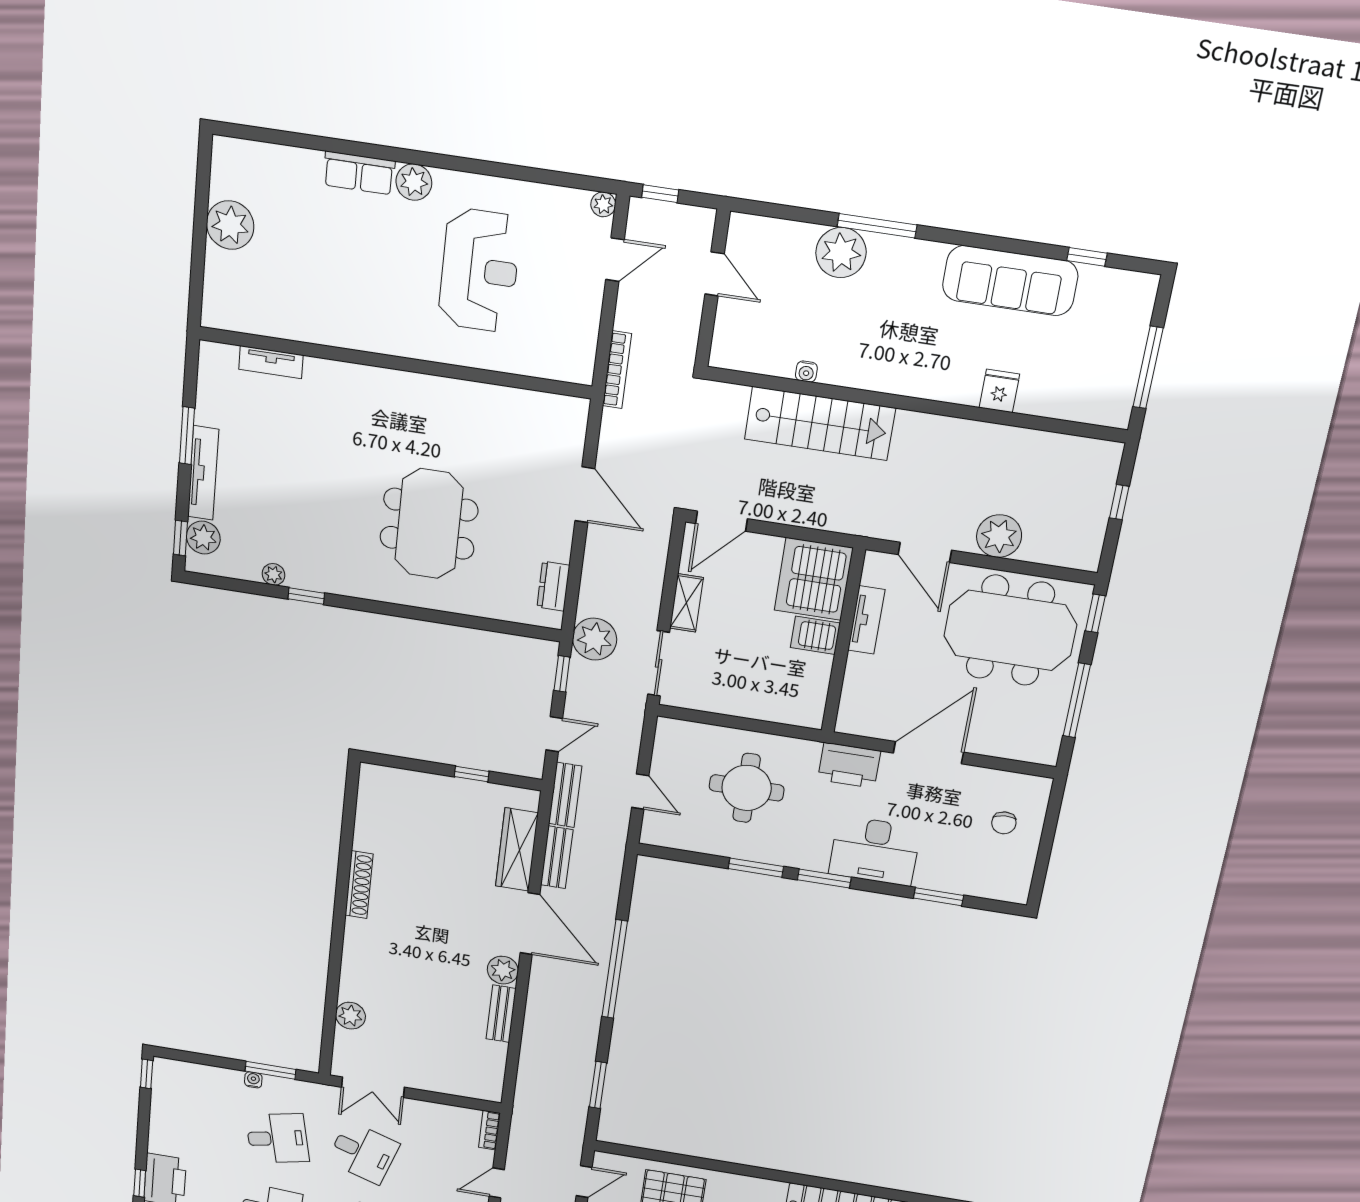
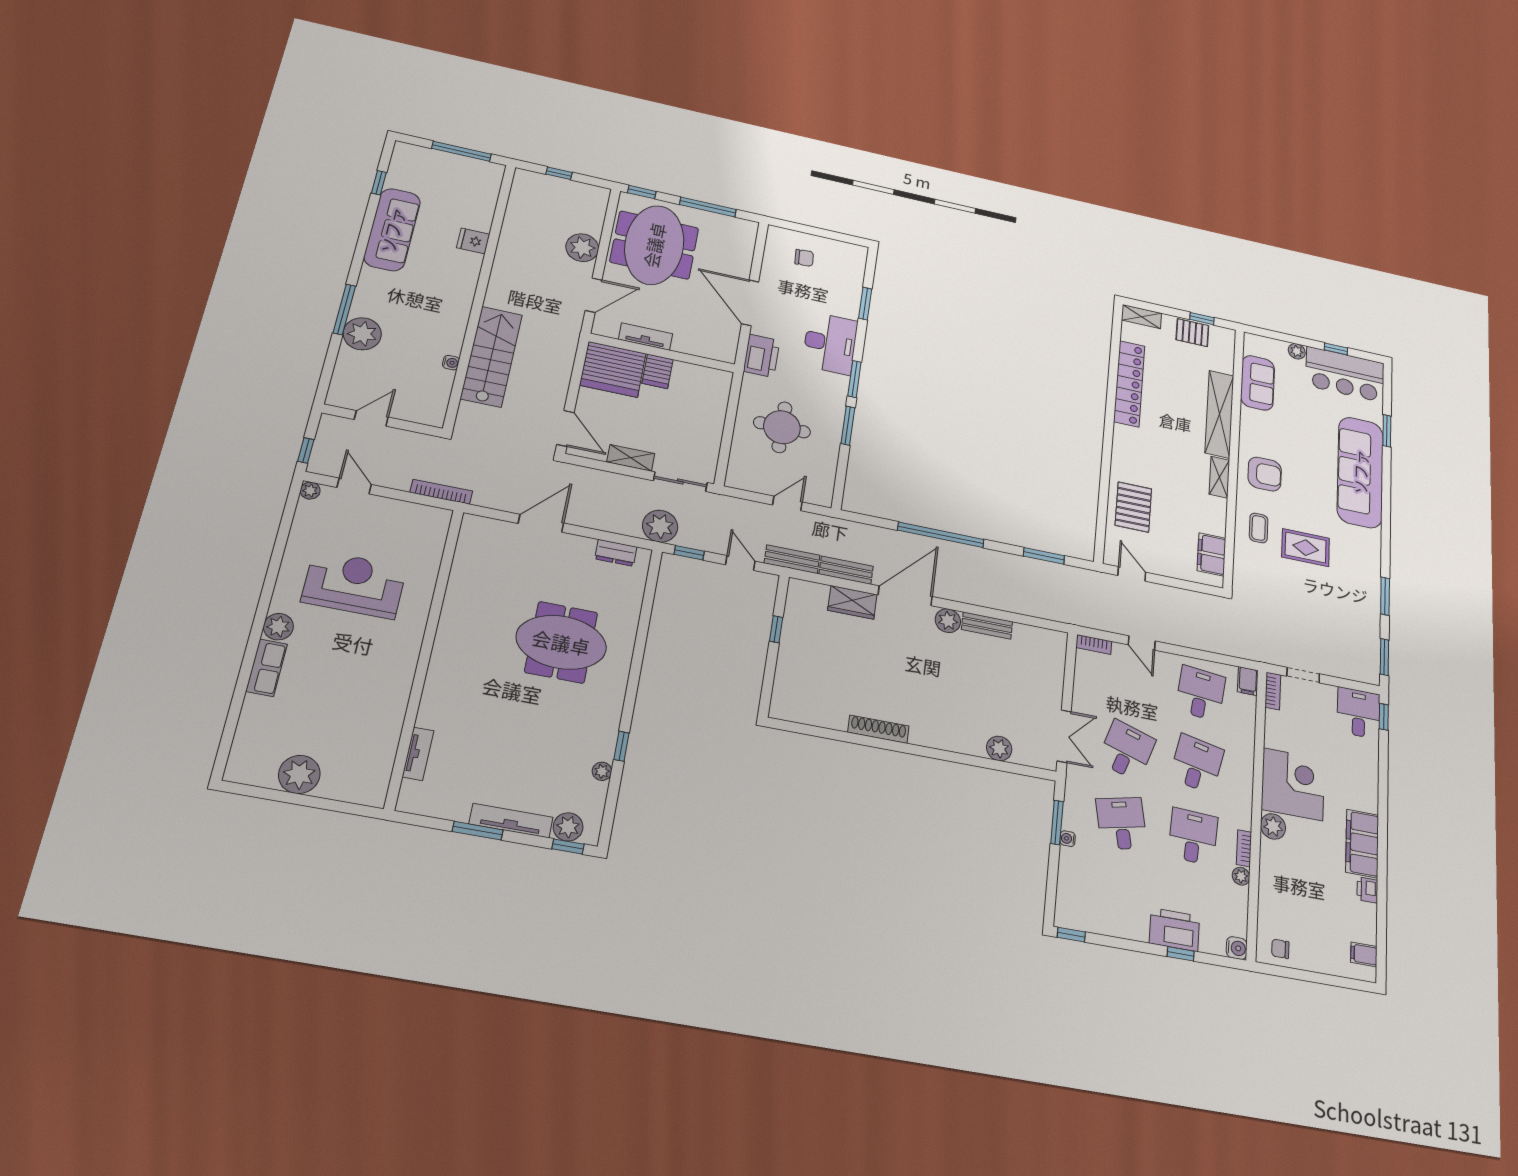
wardrobe: (517, 850) -> (852, 602), width x0.67

